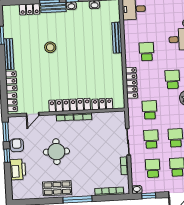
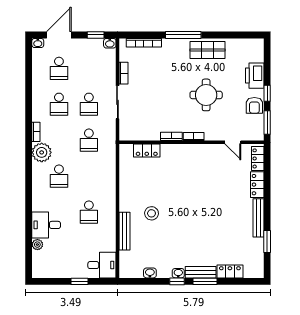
stool: (50, 47) -> (152, 213), moved
locker: (132, 83) -> (109, 175), removed
locker: (70, 105) -> (187, 151), removed
door: (33, 114) -> (233, 142), swing flipped
school desk: (153, 168) -> (89, 68), removed

